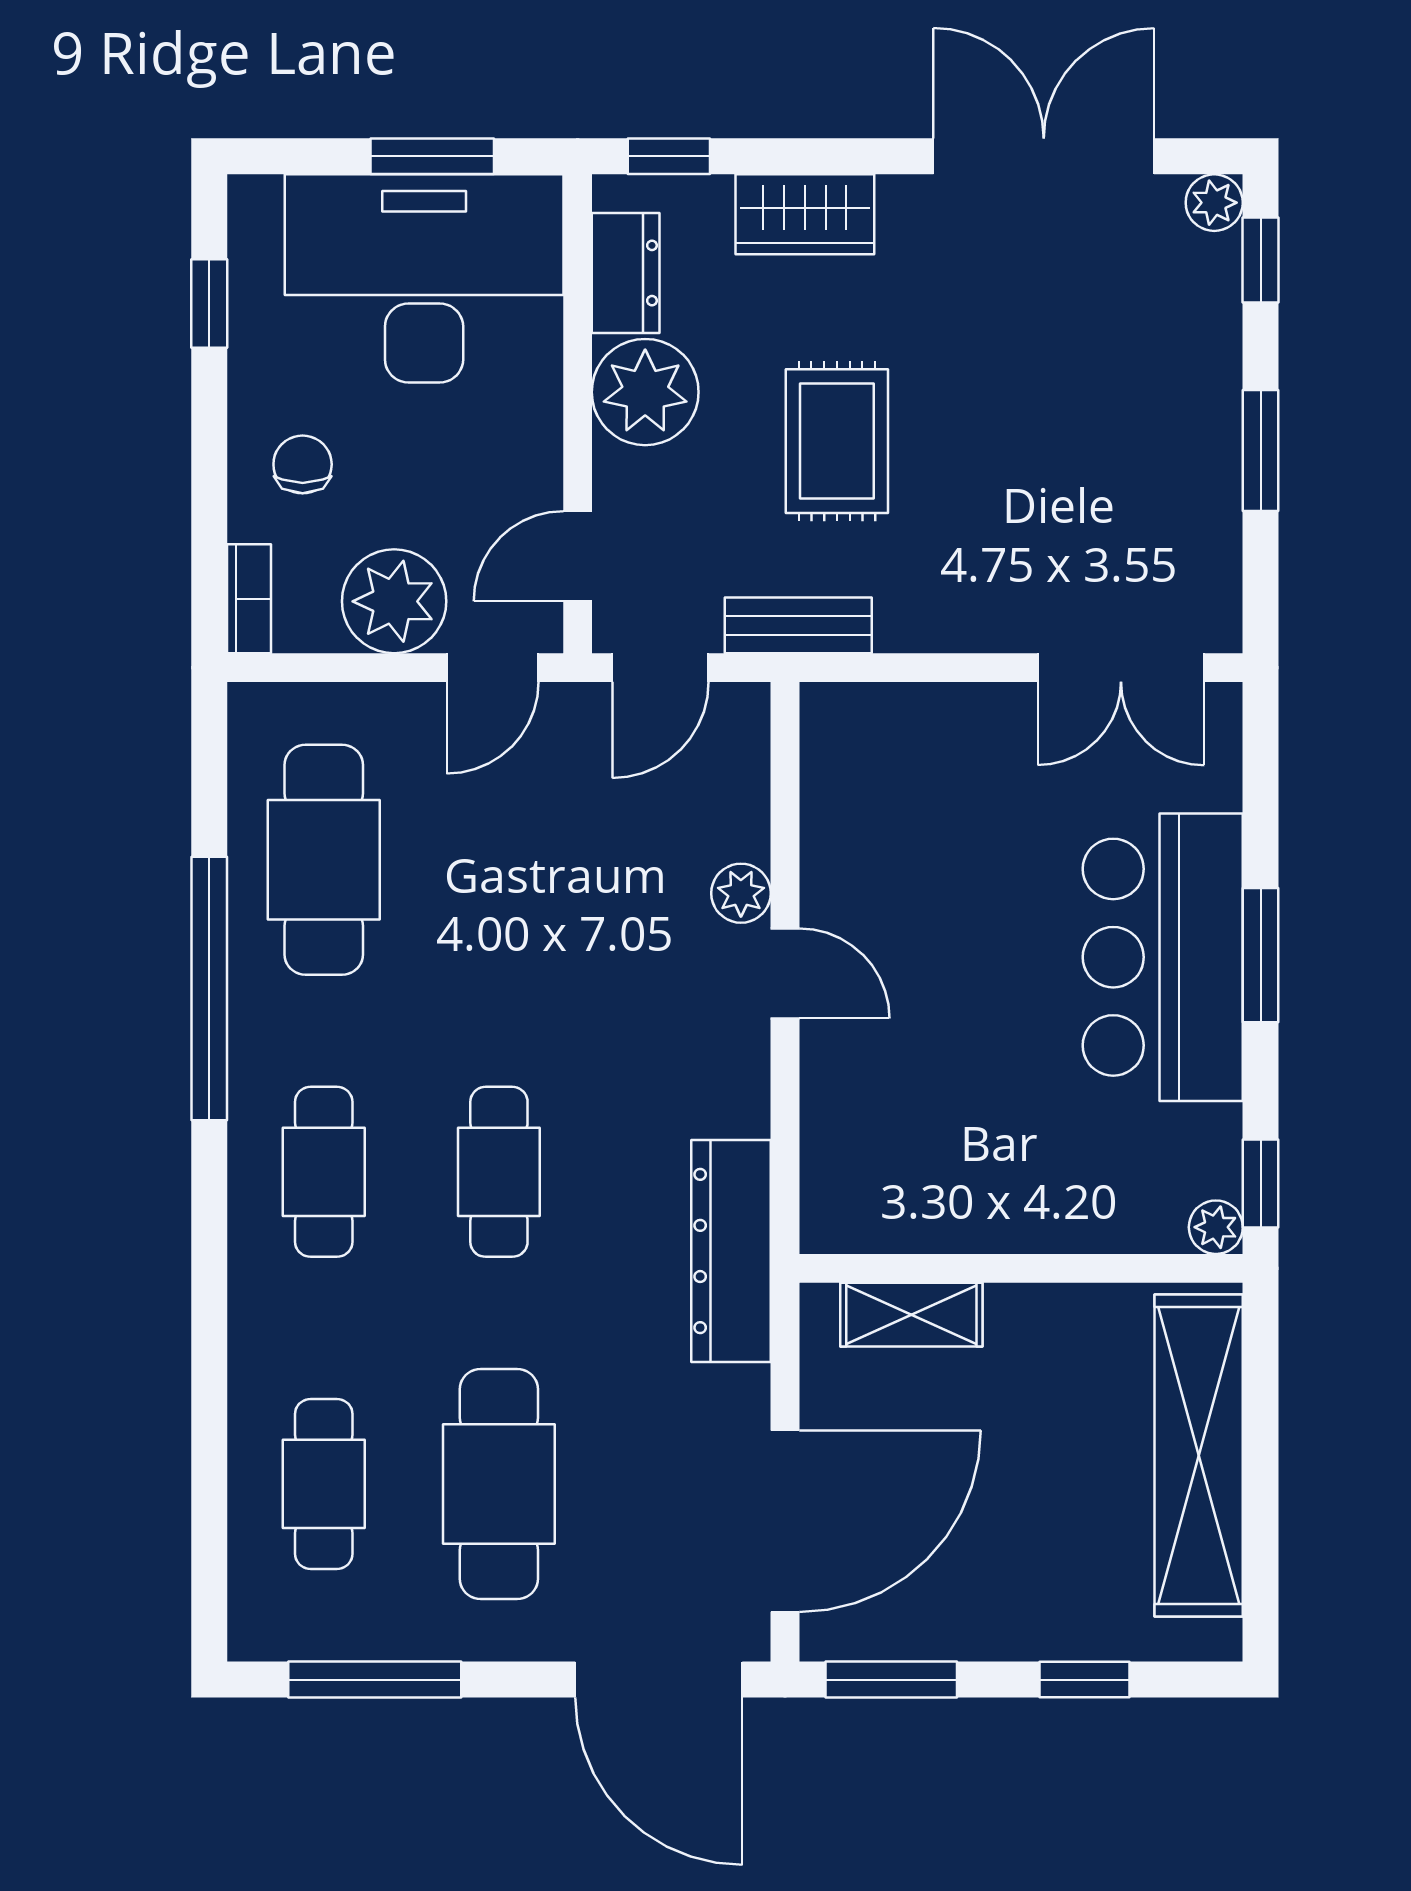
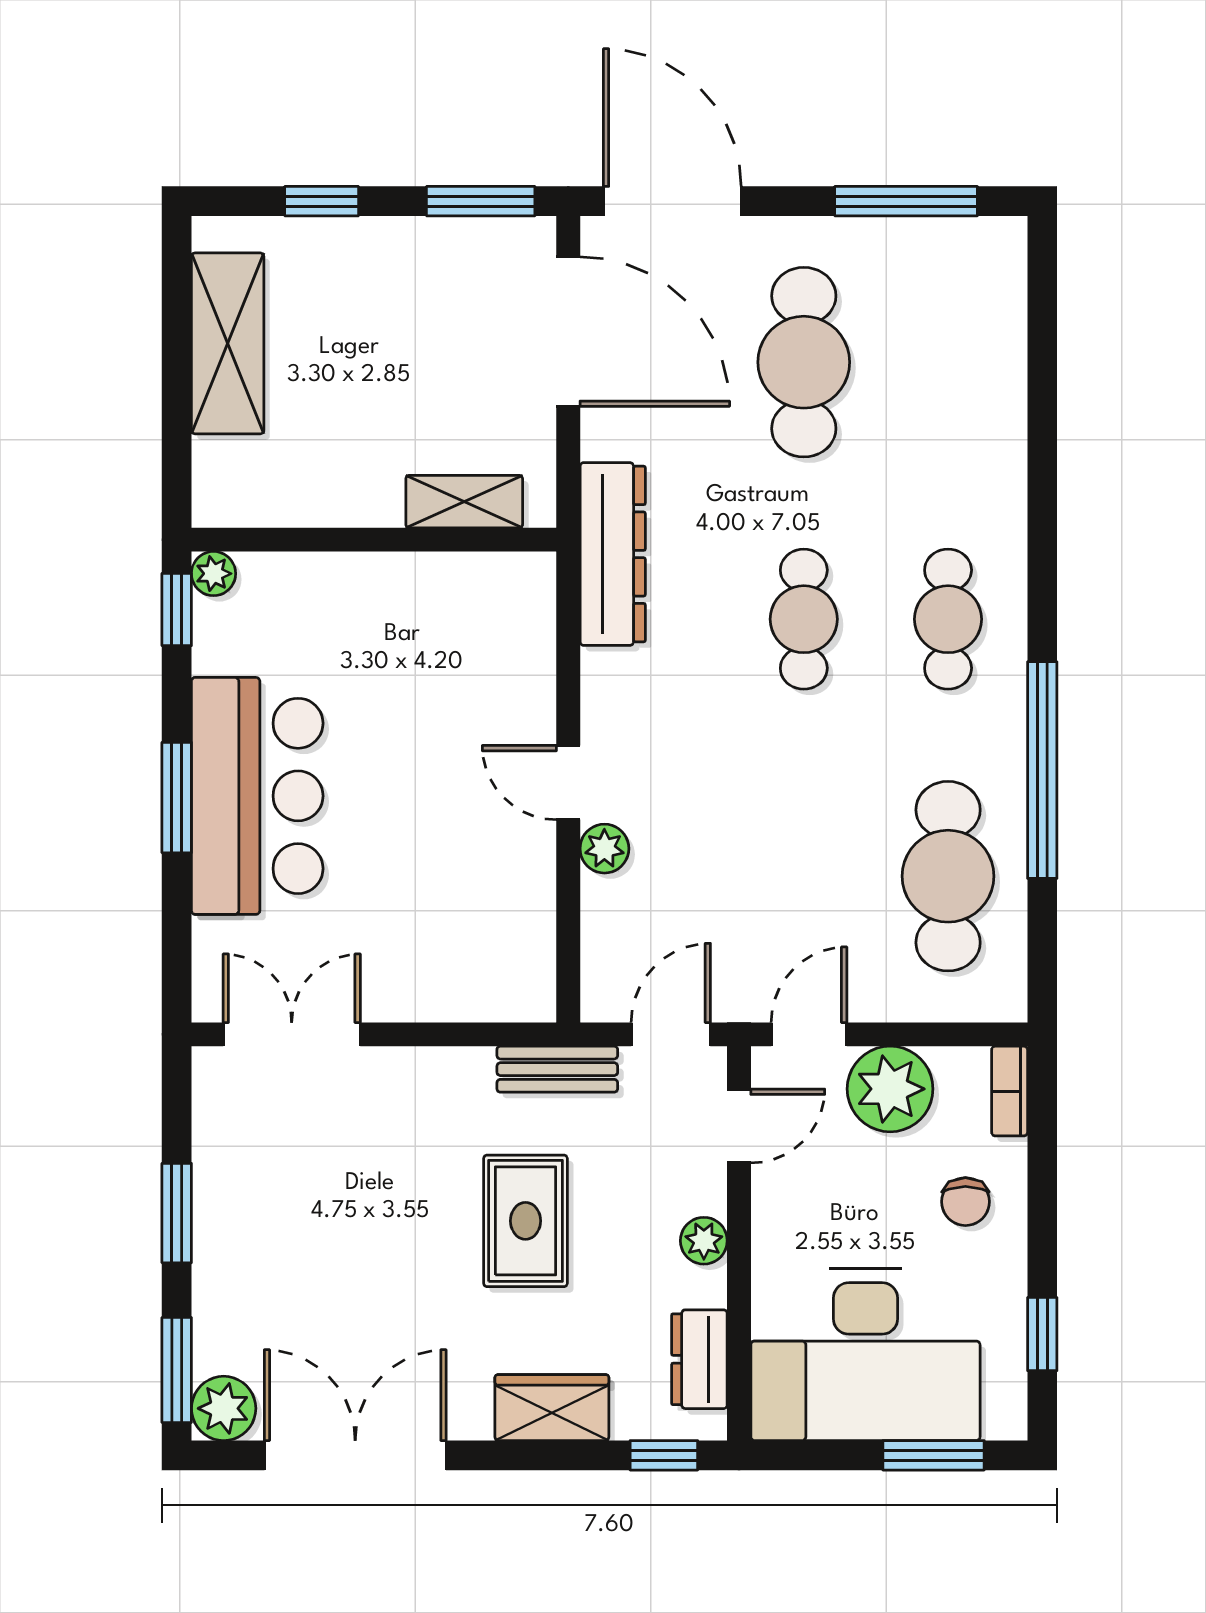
window: (432, 156) -> (934, 1455), moved
double door: (1044, 156) -> (355, 1455), swing flipped
plant: (1214, 203) -> (224, 1408), width x1.38, depth x1.38
window: (1261, 260) -> (177, 1370), width x1.50
plant: (645, 392) -> (704, 1241), width x0.53, depth x0.53
shelving: (1199, 1455) -> (228, 343), width x0.68
cafe table: (324, 1484) -> (948, 362), removed
door: (785, 1521) -> (568, 332), swing flipped

